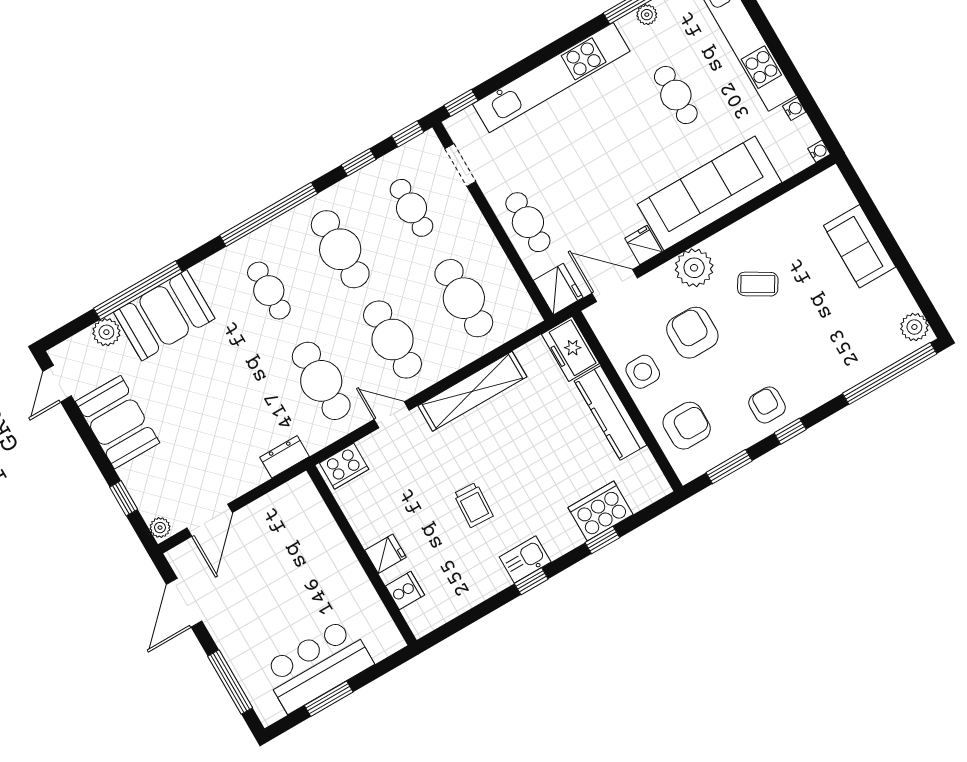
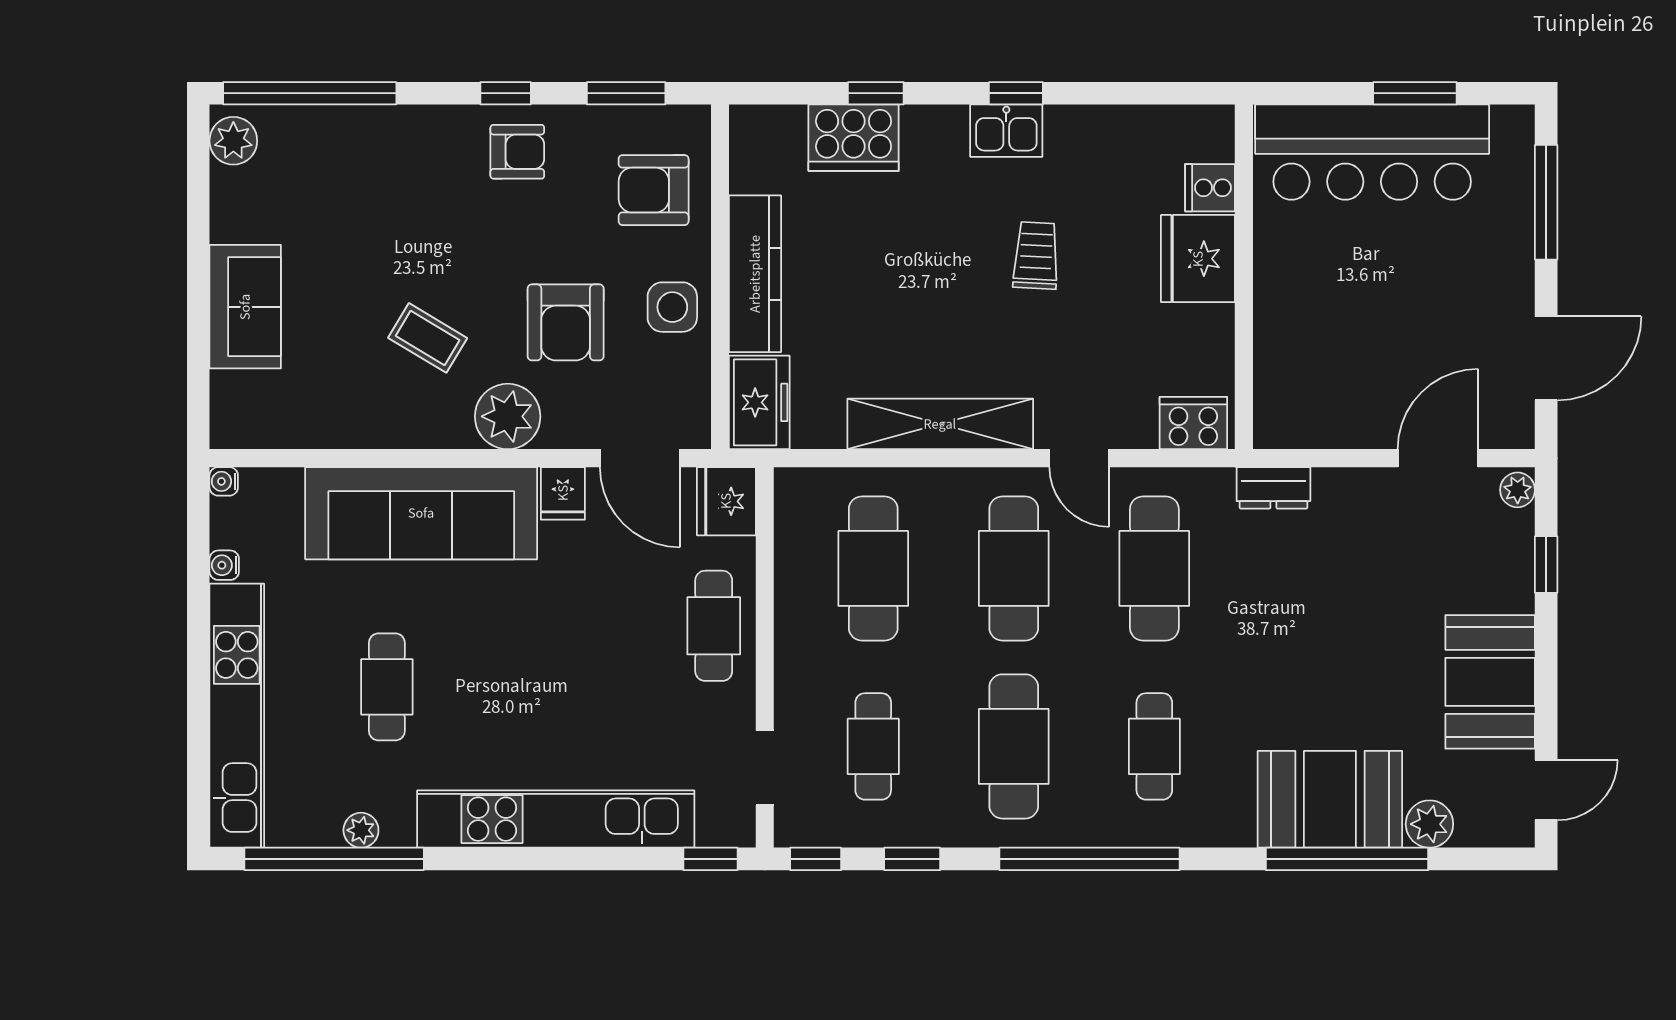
armchair: (767, 405) -> (517, 152), turned -90
fridge: (385, 554) -> (1198, 259), width x1.88, depth x1.34
bar counter: (317, 665) -> (1372, 152), width x1.36

